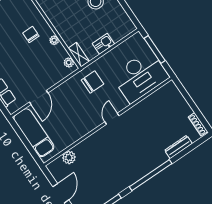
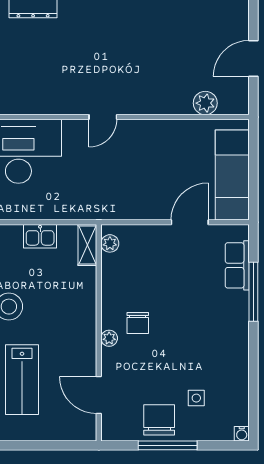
plant: (54, 40) -> (109, 338), moved
chair: (92, 82) -> (95, 191), removed

